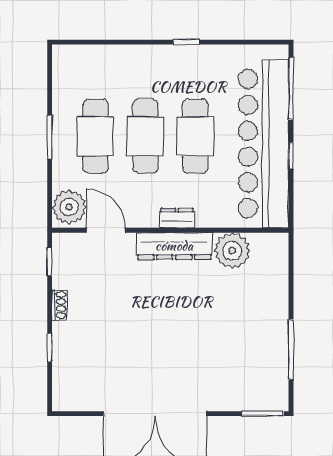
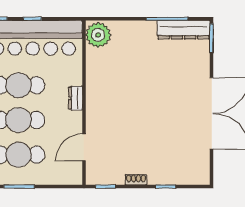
plant: (69, 207) -> (68, 173), removed
dresser: (174, 246) -> (184, 30), moved, turned 90
plant: (232, 251) -> (98, 35), moved

